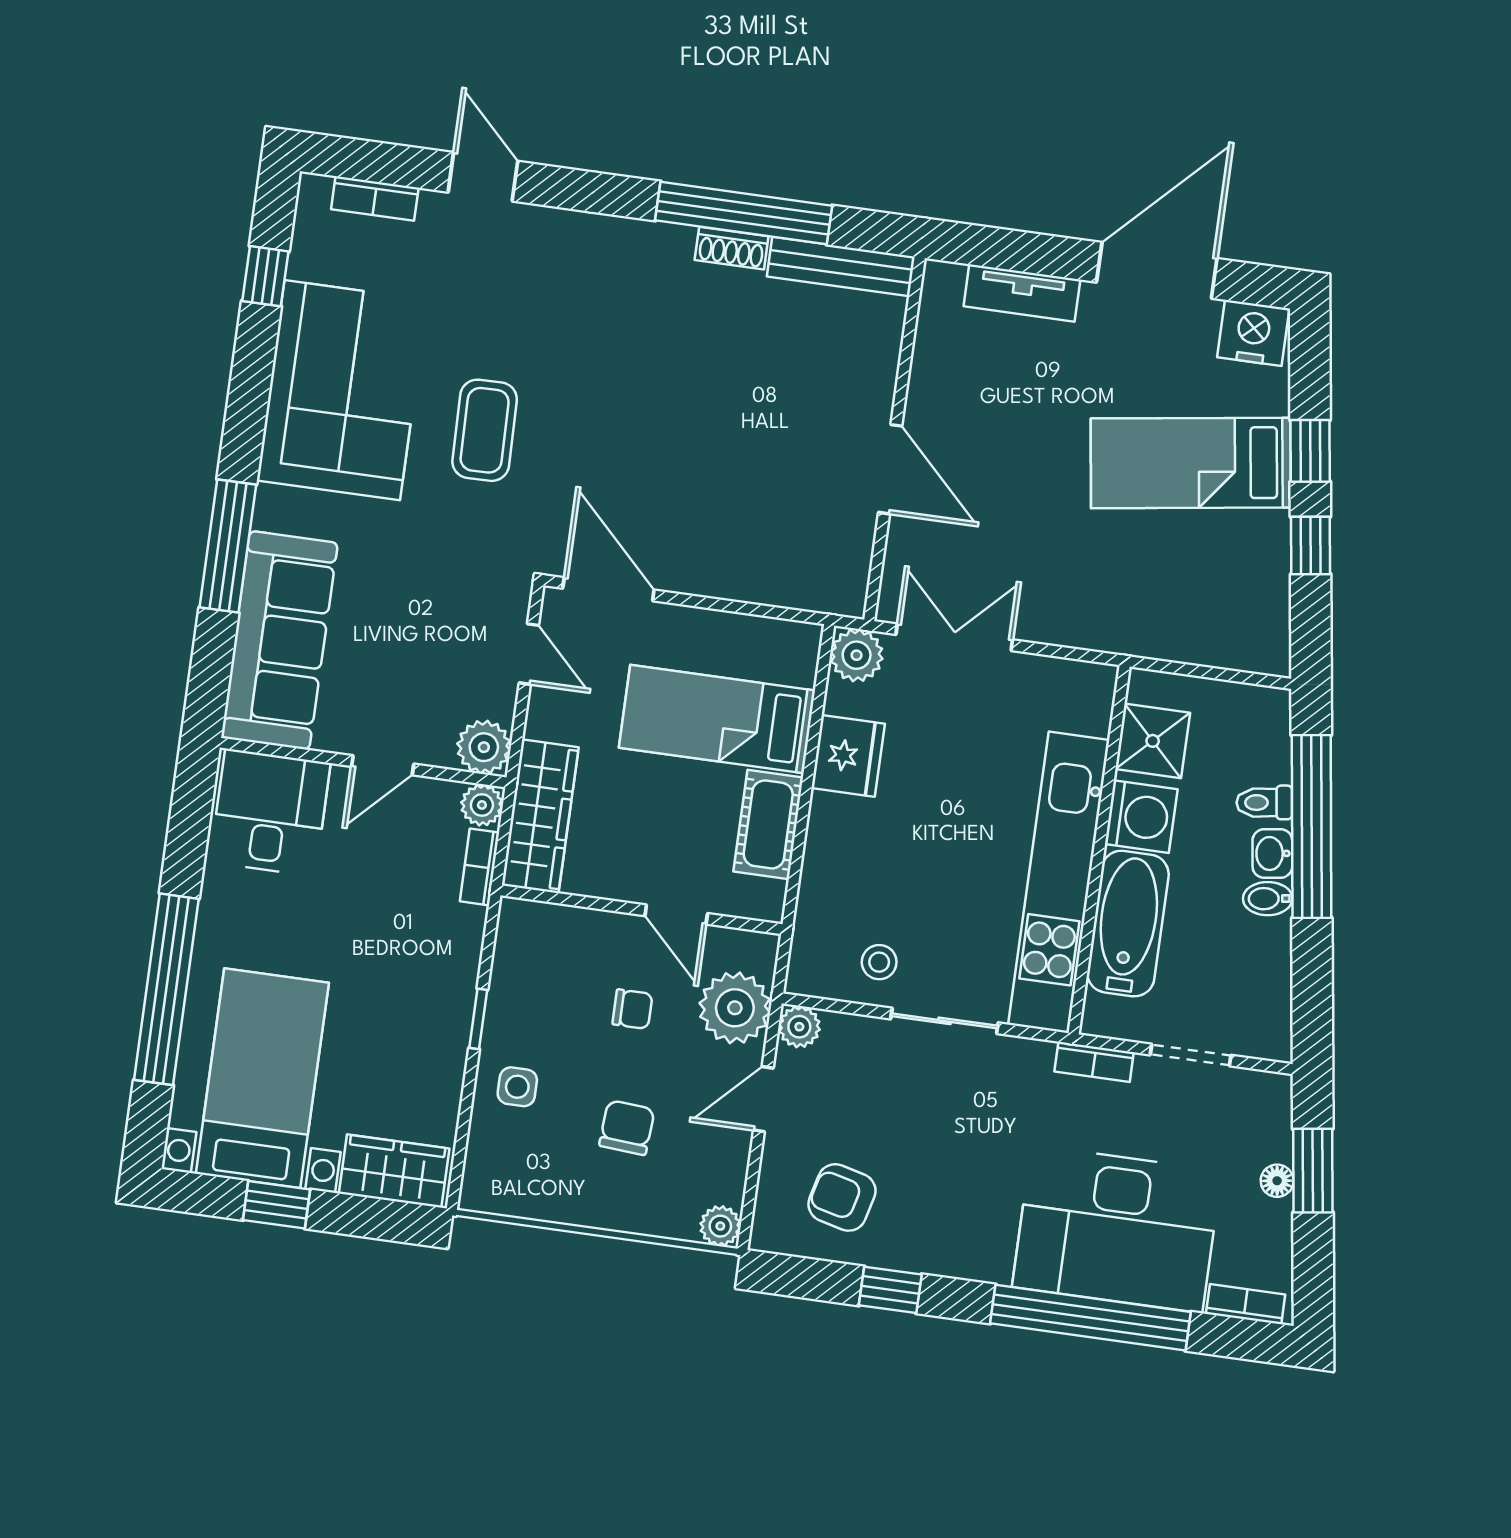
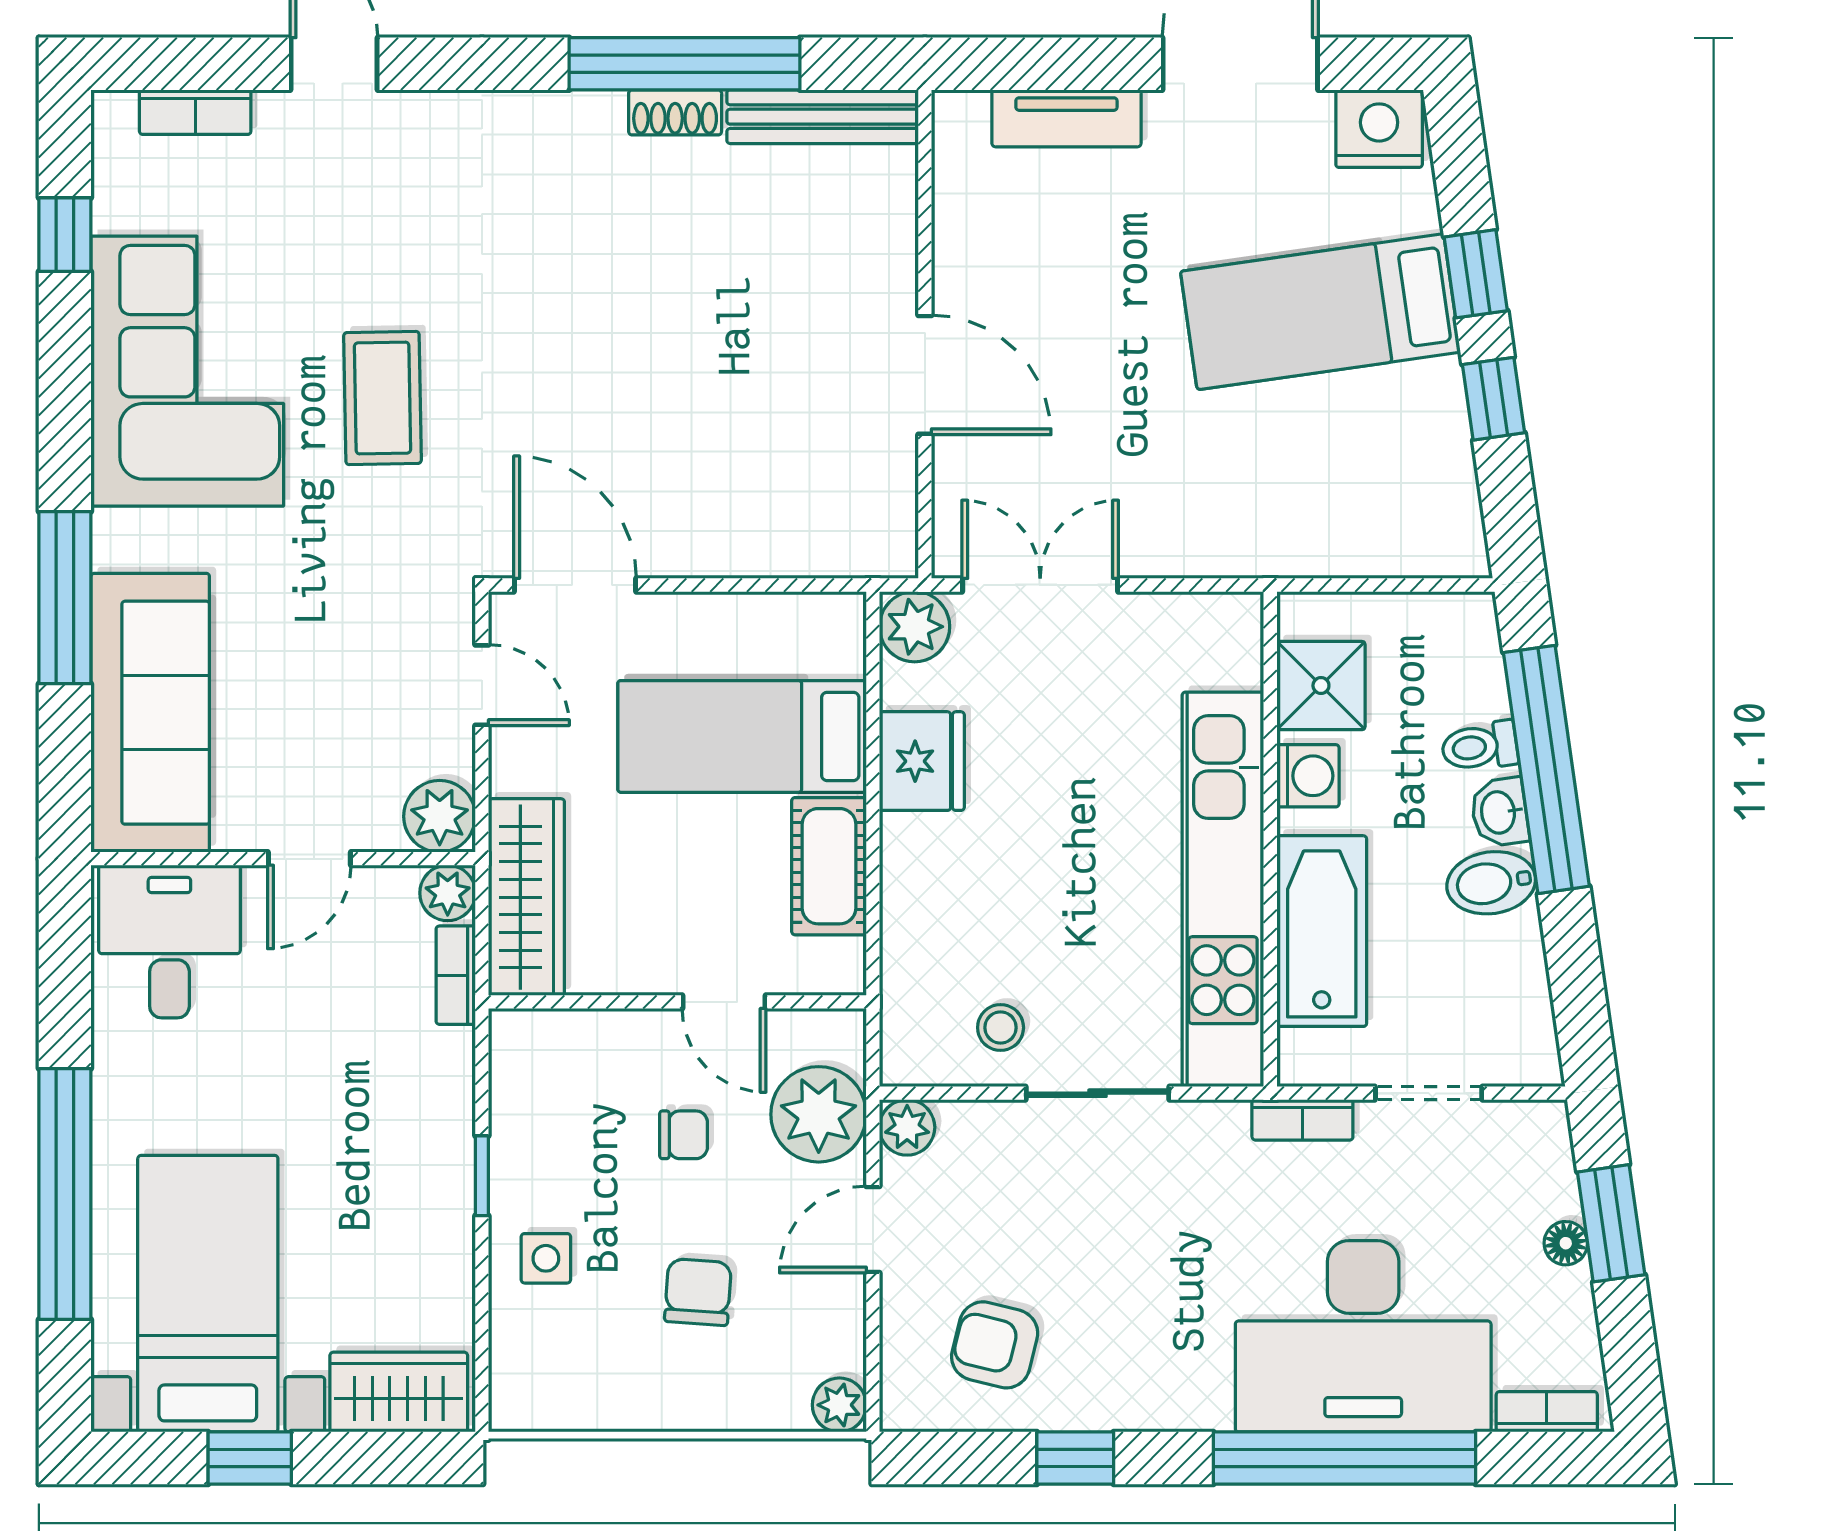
washing machine: (1141, 817) -> (1308, 776), width x0.73, depth x0.73
bidet: (1268, 899) -> (1491, 883), width x1.38, depth x1.36

